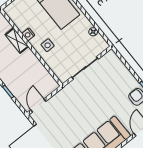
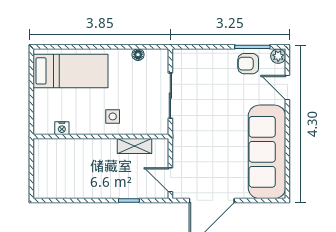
nightstand: (28, 34) -> (62, 128), moved
shelving: (17, 41) -> (135, 146), moved

